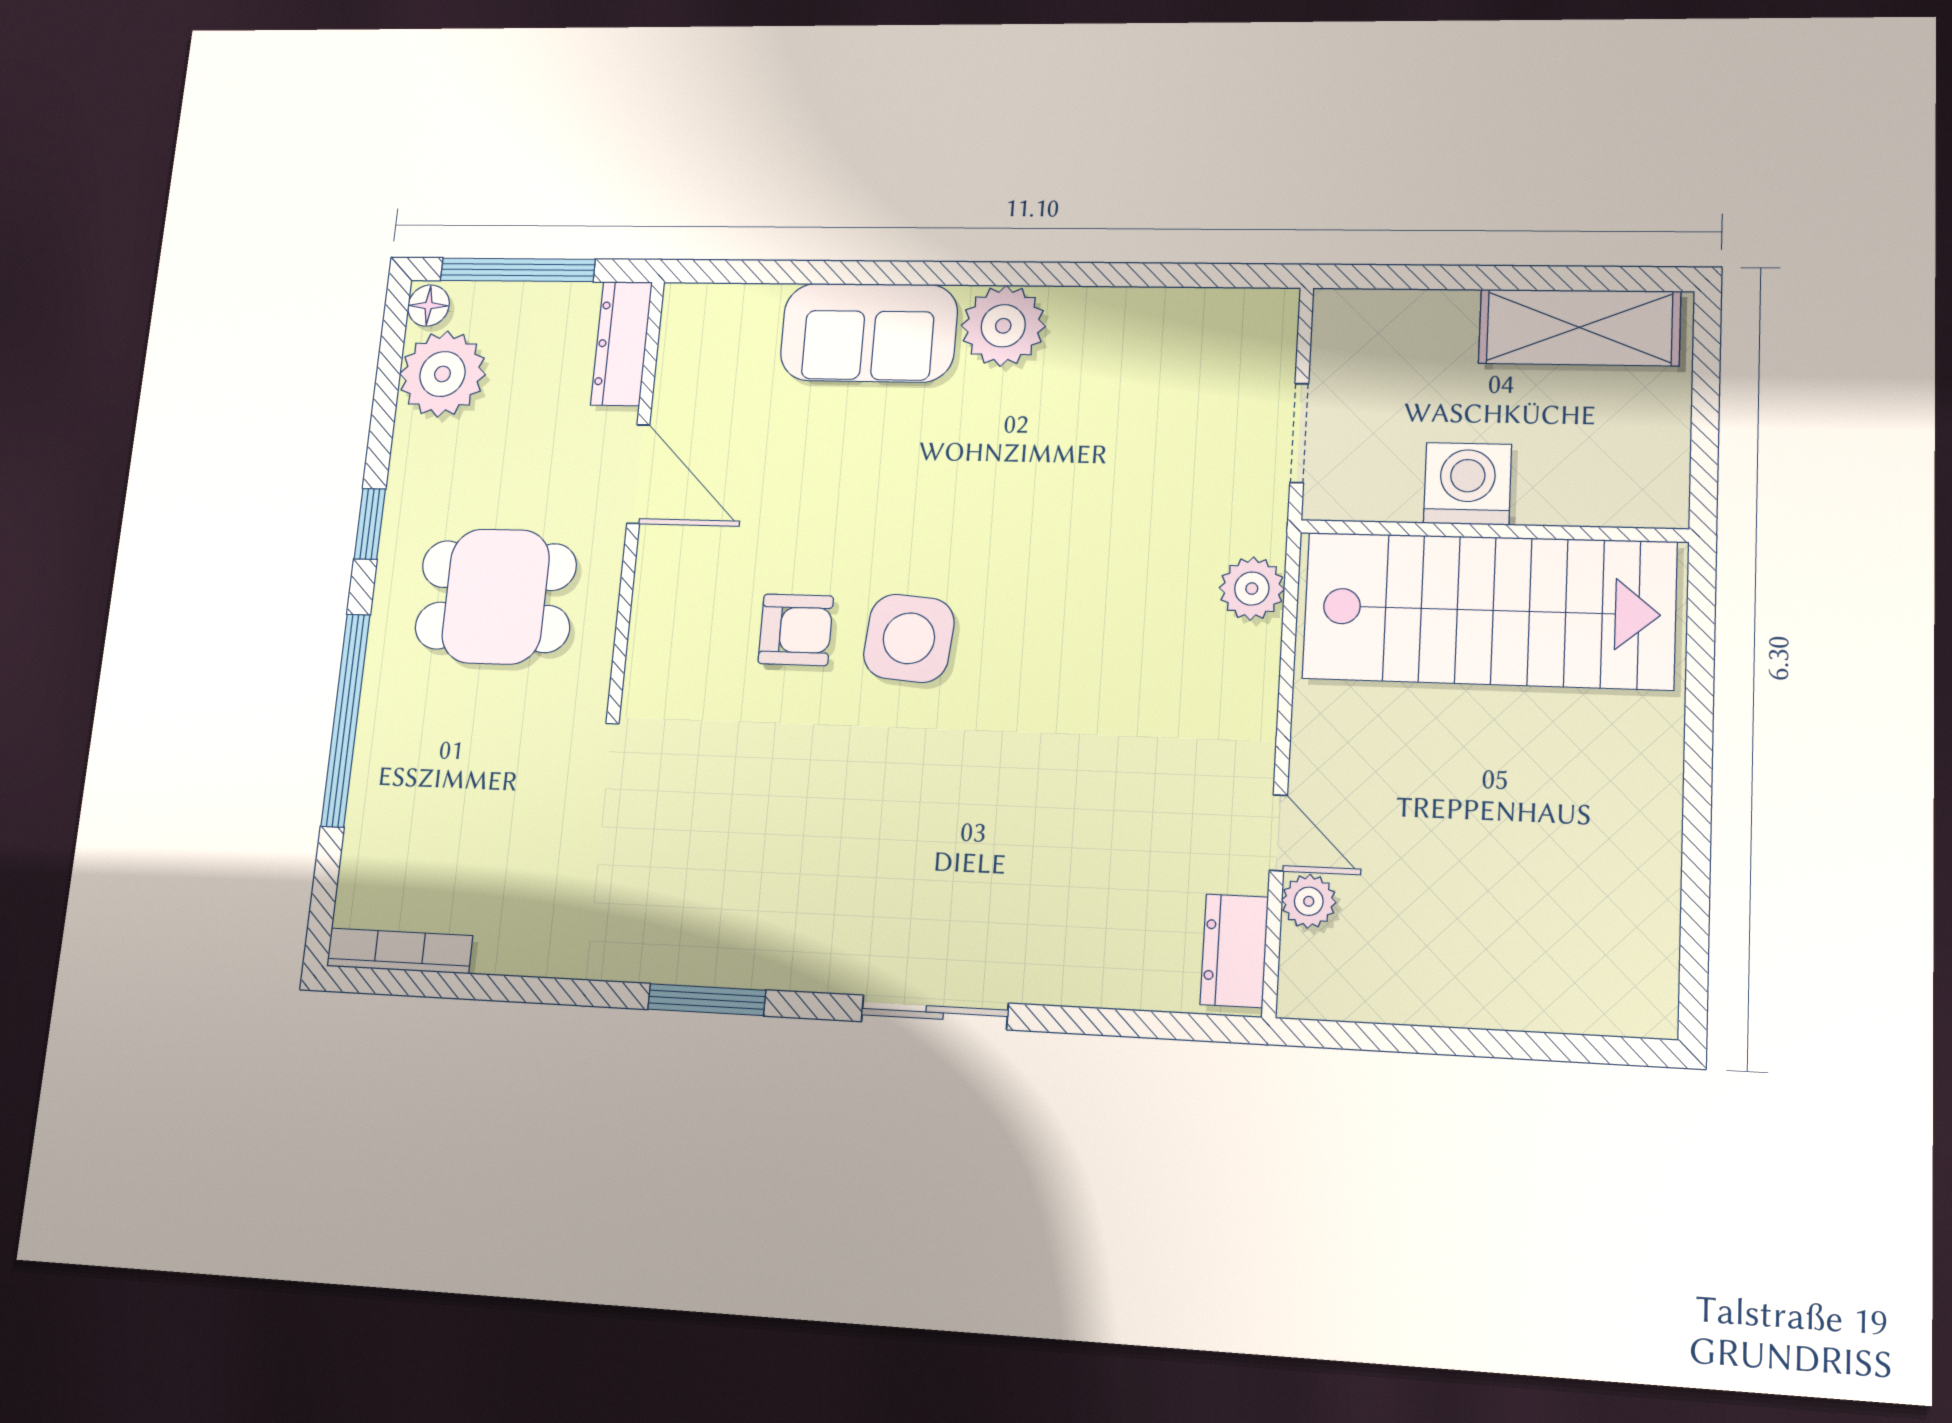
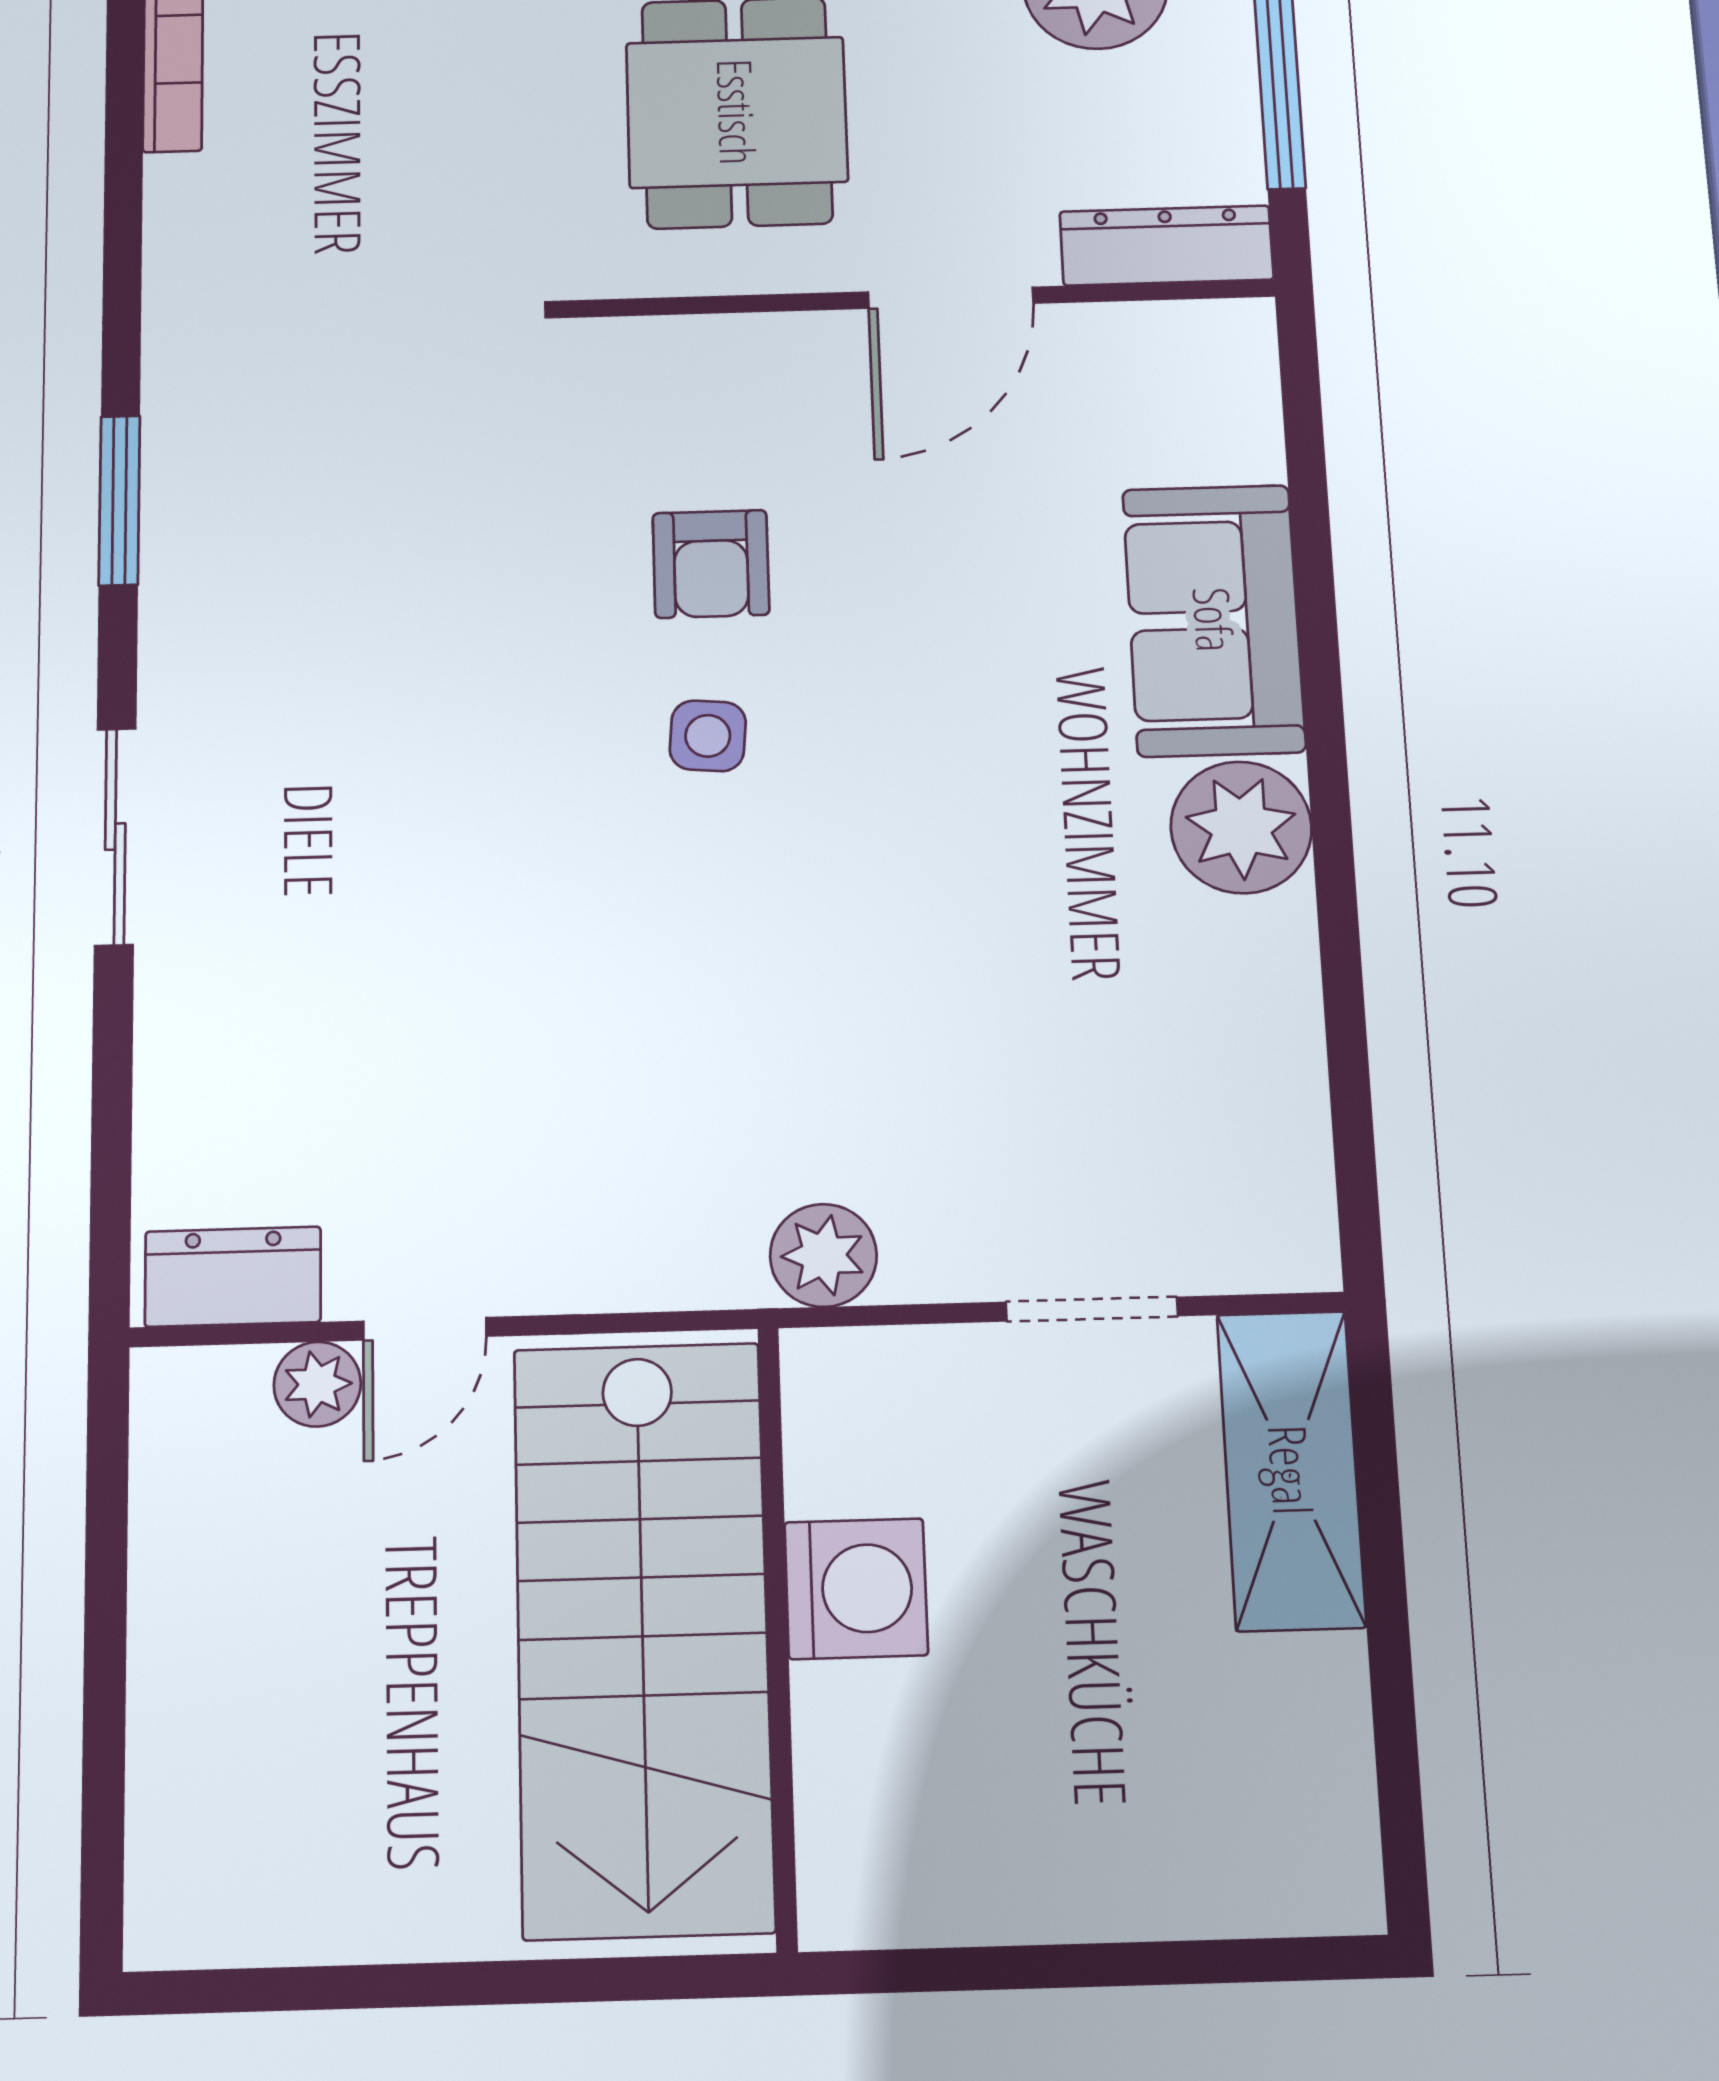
shelving: (1579, 327) -> (1291, 1470), moved
washing machine: (1467, 484) -> (856, 1589), moved
wall: (1493, 531) -> (777, 1634), moved
stairs: (1489, 610) -> (643, 1636), moved
side table: (909, 638) -> (708, 736), width x0.54, depth x0.54

